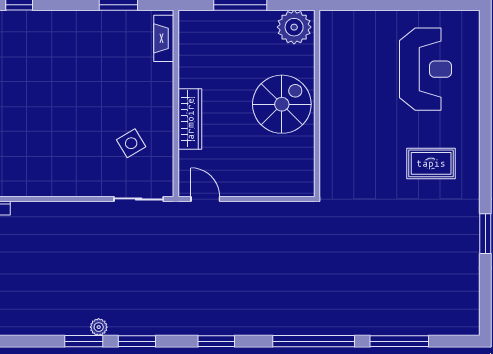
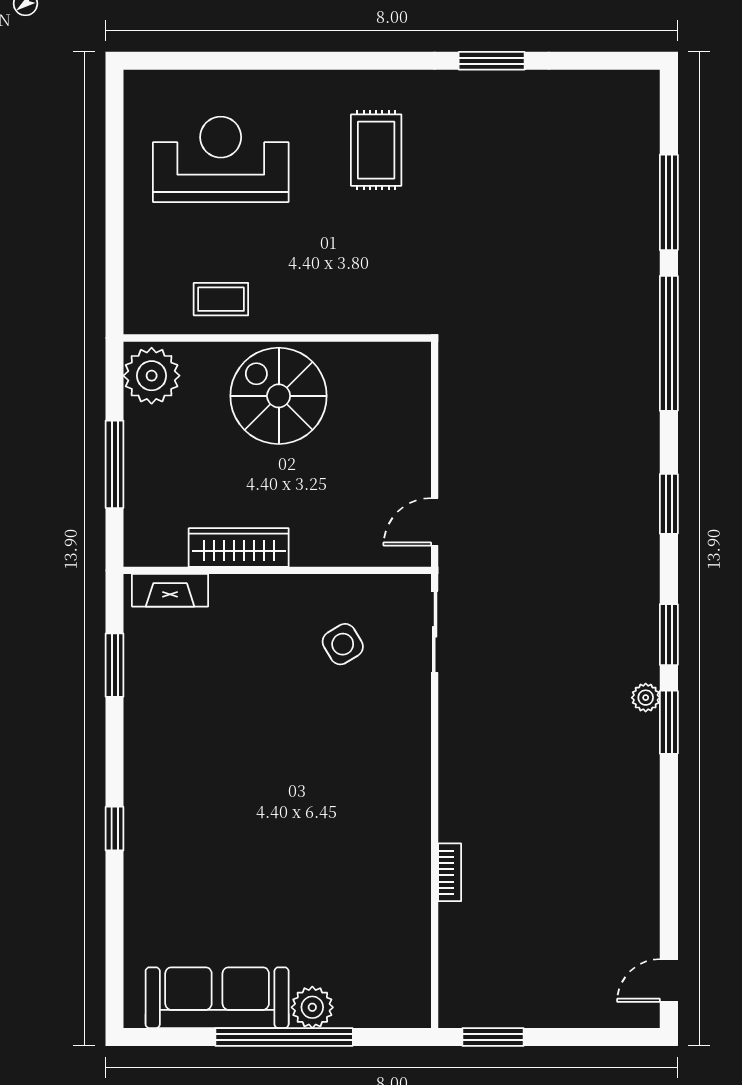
coffee table: (341, 69) -> (221, 299), added
wardrobe: (190, 119) -> (239, 547), moved

